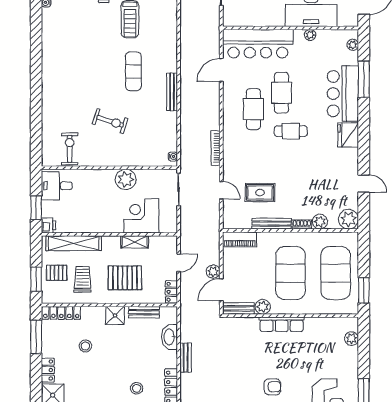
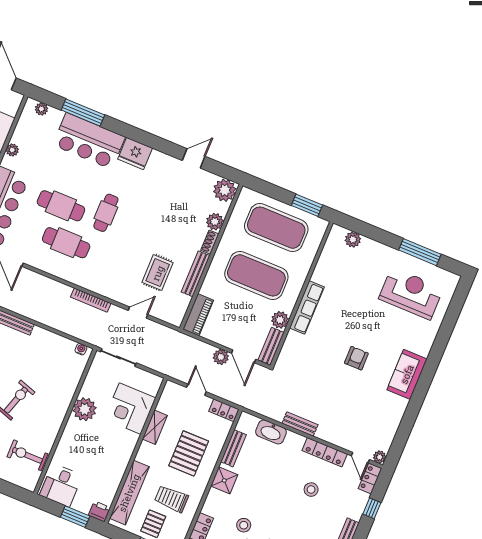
armchair: (272, 387) -> (356, 358), moved

